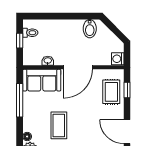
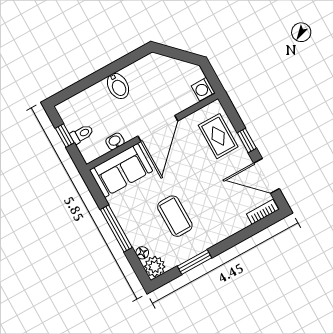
bidet: (90, 29) -> (118, 86), moved
toilet: (30, 33) -> (82, 134), moved
window: (127, 90) -> (247, 140), moved
window: (20, 100) -> (116, 228), moved

